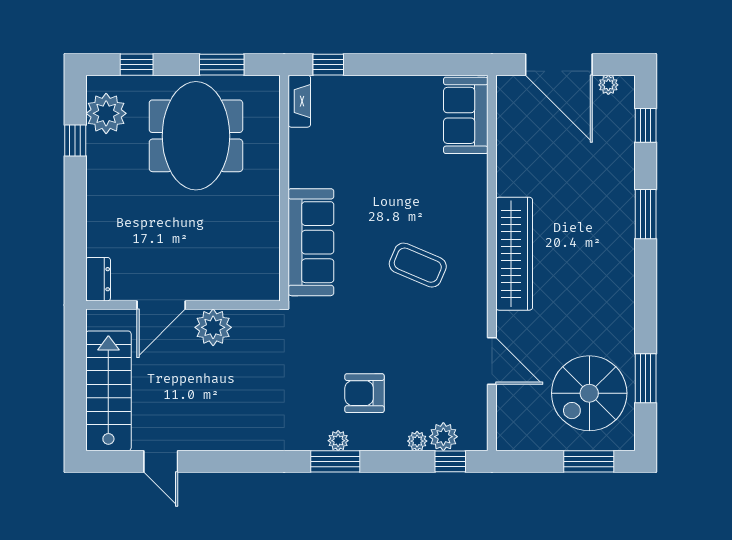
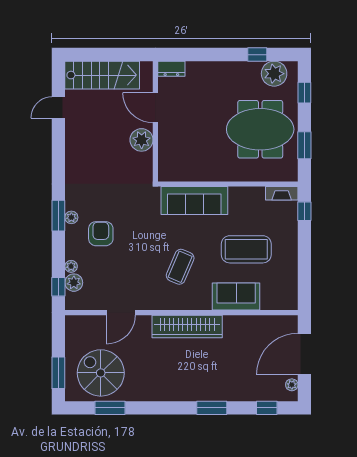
sofa: (466, 115) -> (236, 296), moved
coffee table: (390, 158) -> (246, 249), added

